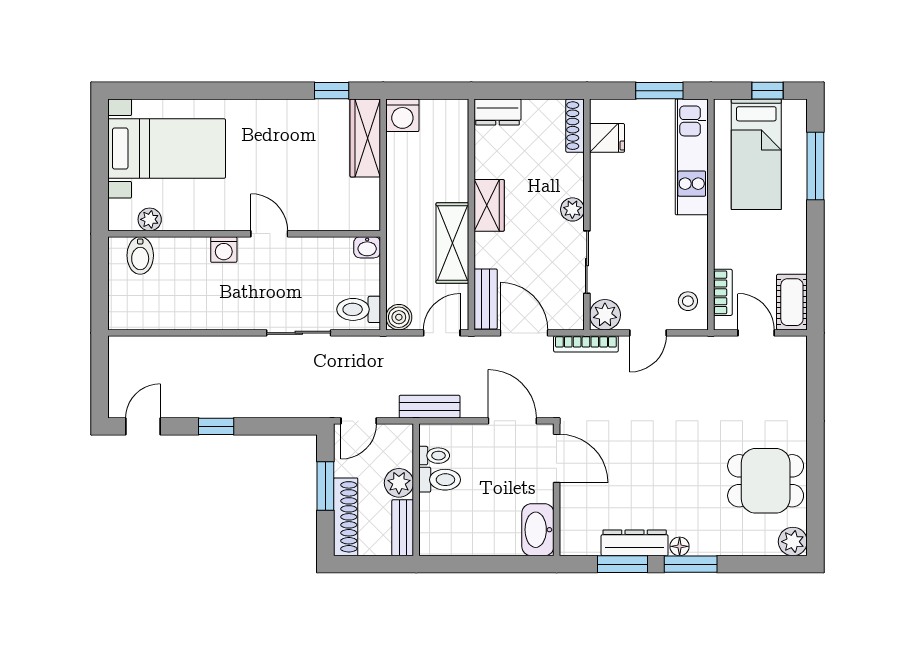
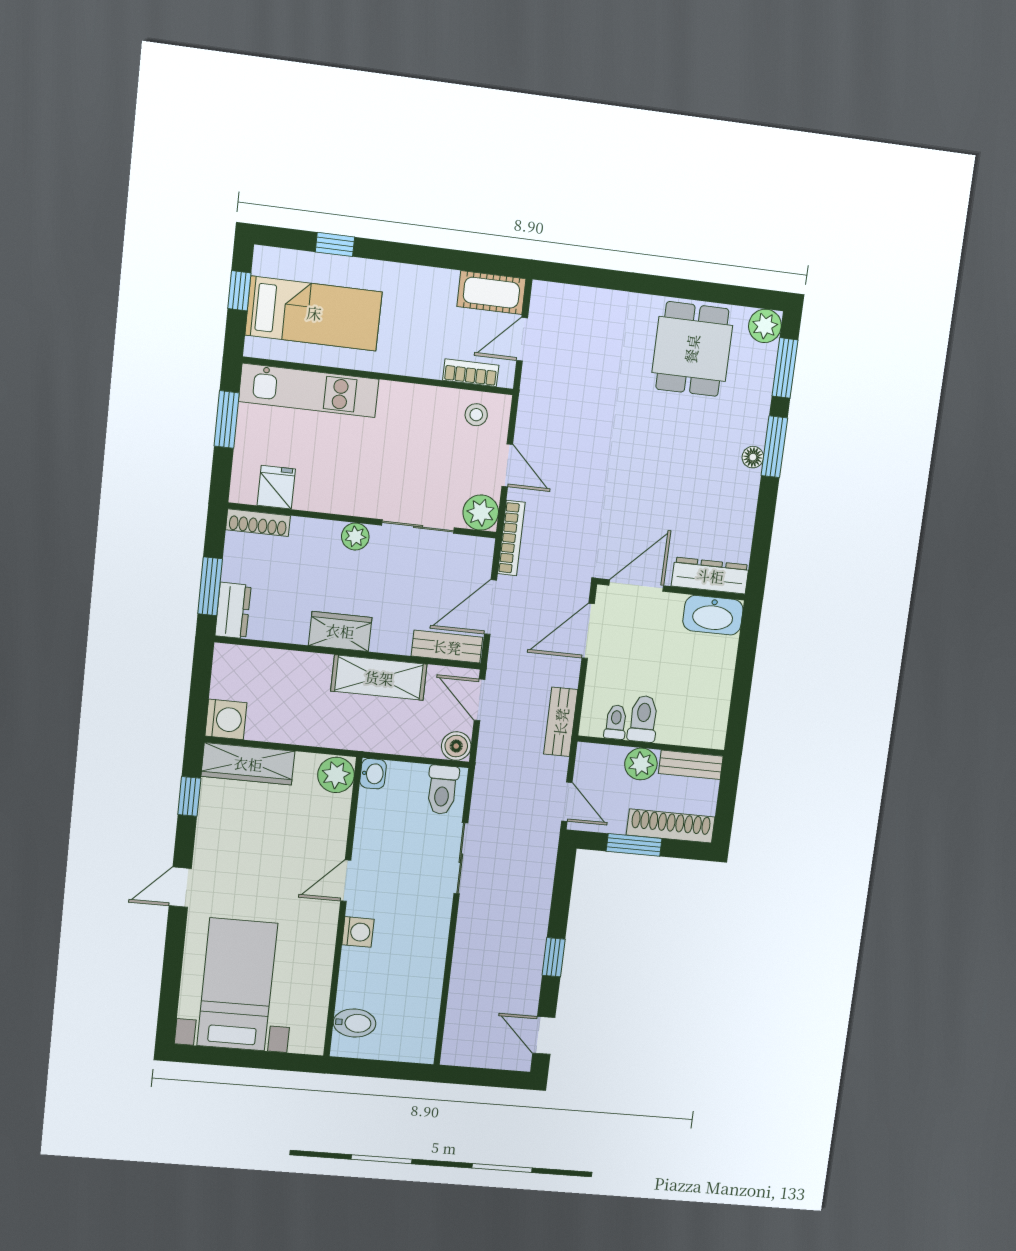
door: (250, 91) -> (180, 887), added
window: (516, 91) -> (210, 586), added
window: (815, 166) -> (335, 244), width x0.46
plant: (150, 219) -> (336, 775), moved, width x1.38, depth x1.38
dresser: (635, 543) -> (710, 576), moved, turned 90
window: (622, 564) -> (785, 368), moved

